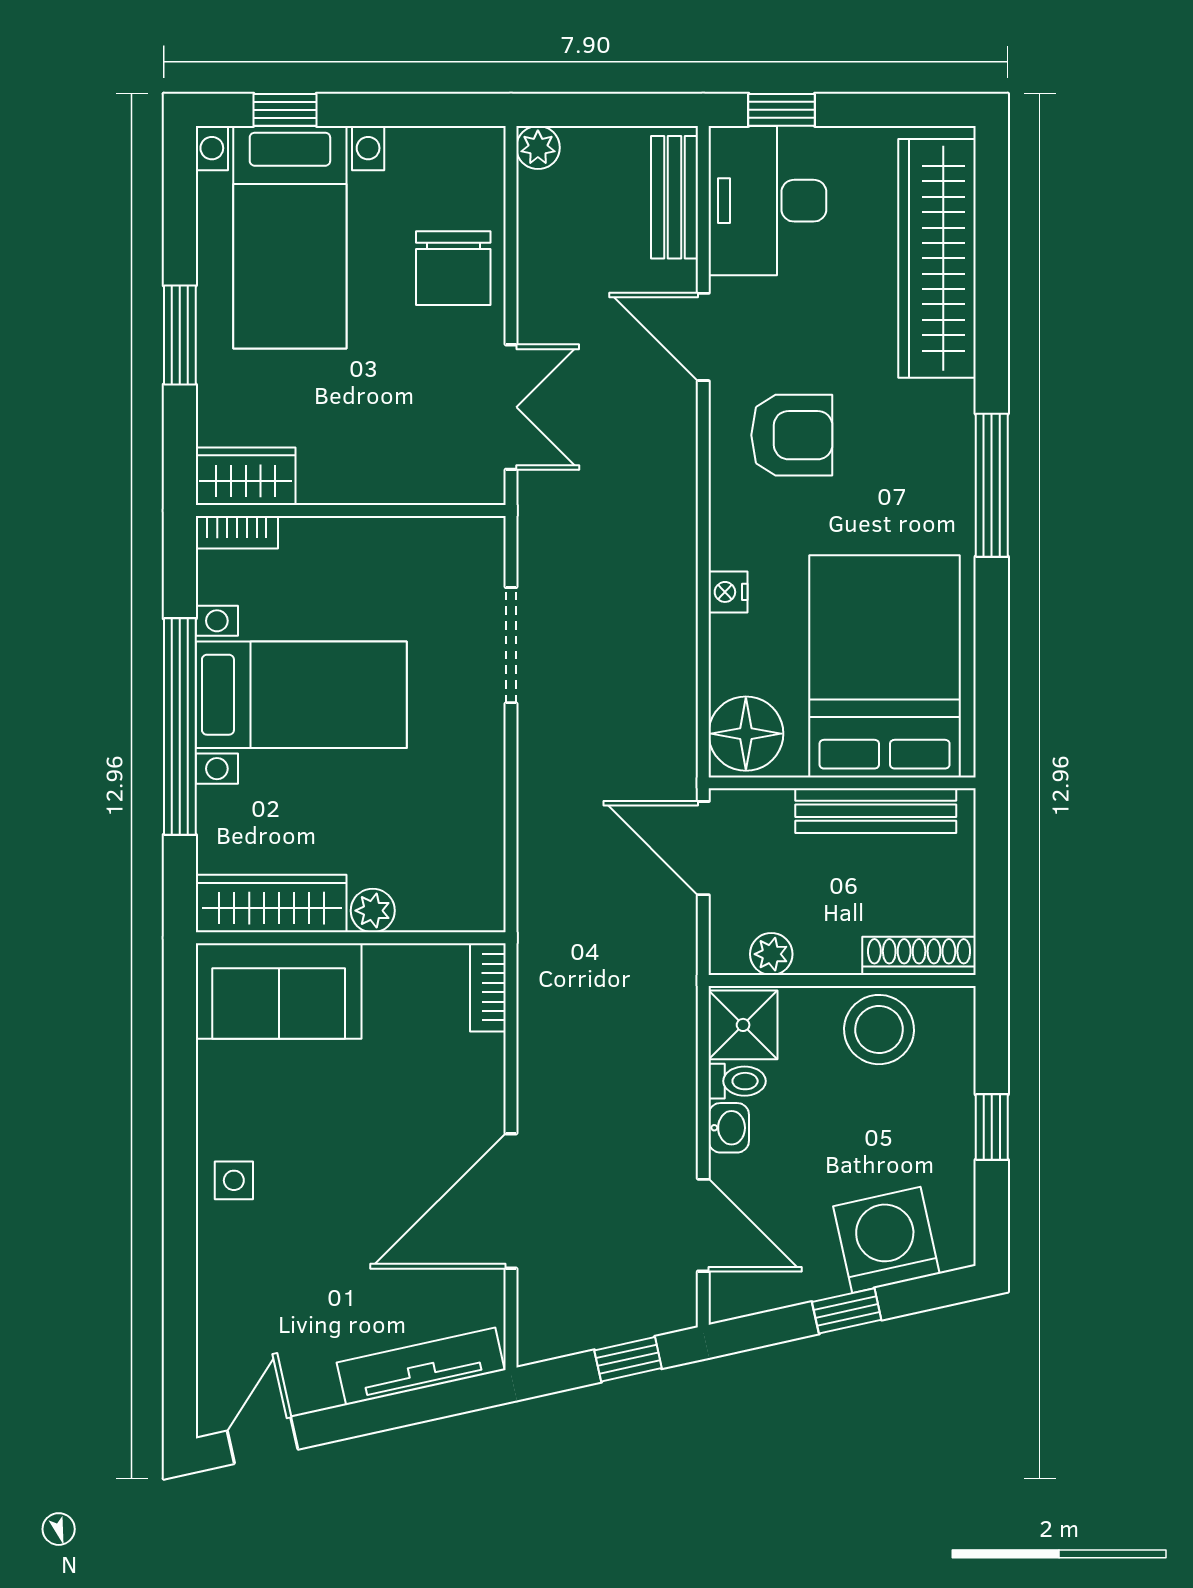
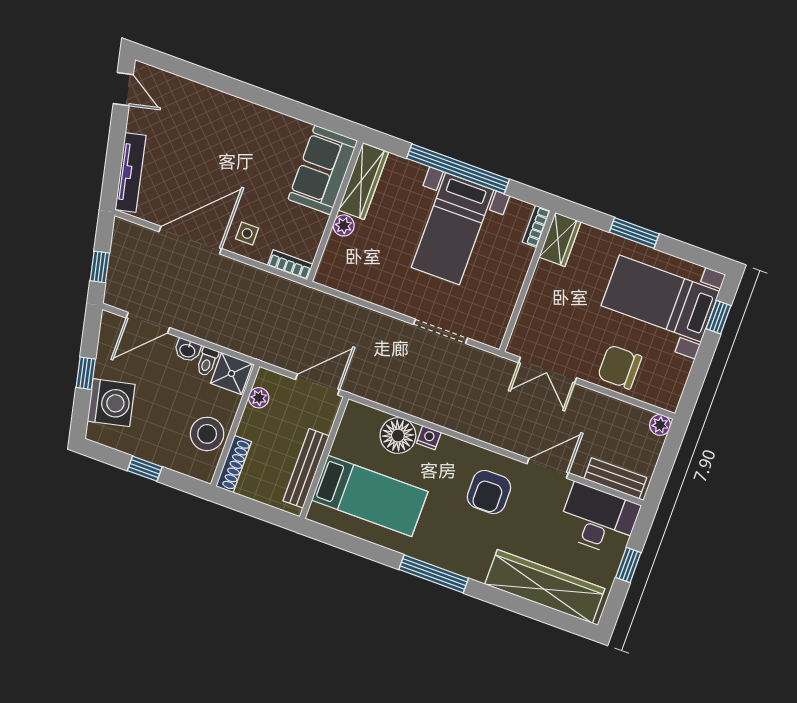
window: (782, 110) -> (628, 565), moved
bed: (885, 666) -> (370, 496), width x0.67
floor lamp: (746, 734) -> (398, 436), moved
side table: (234, 1180) -> (247, 233), moved
door: (511, 1201) -> (190, 240), hinge flipped

